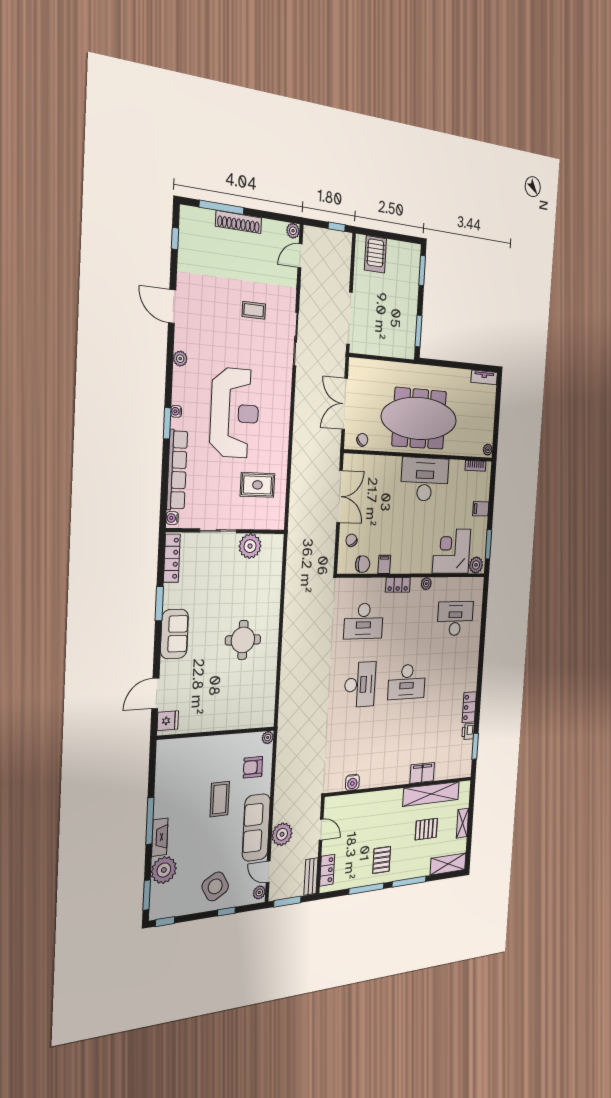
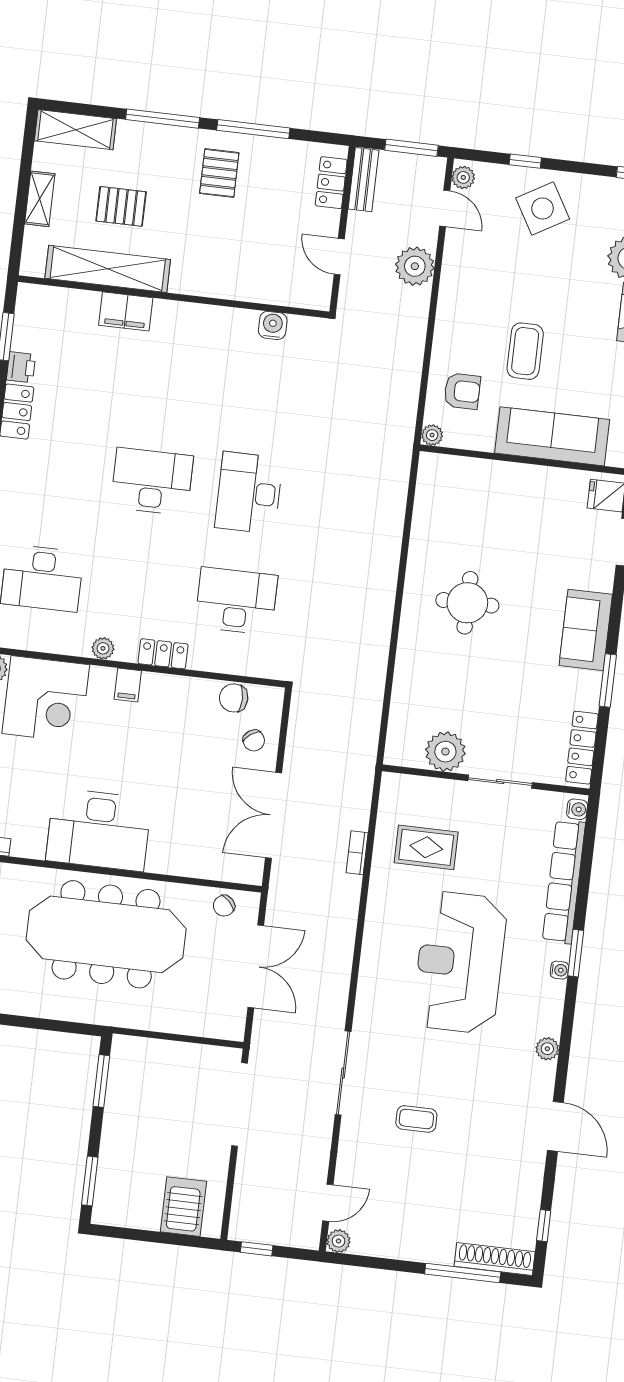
shoe rack: (239, 222) -> (495, 1259), moved
bookcase: (295, 478) -> (357, 853), added
filing cabinet: (384, 564) -> (128, 685), moved
sofa: (256, 828) -> (552, 436), moved, turned -90

